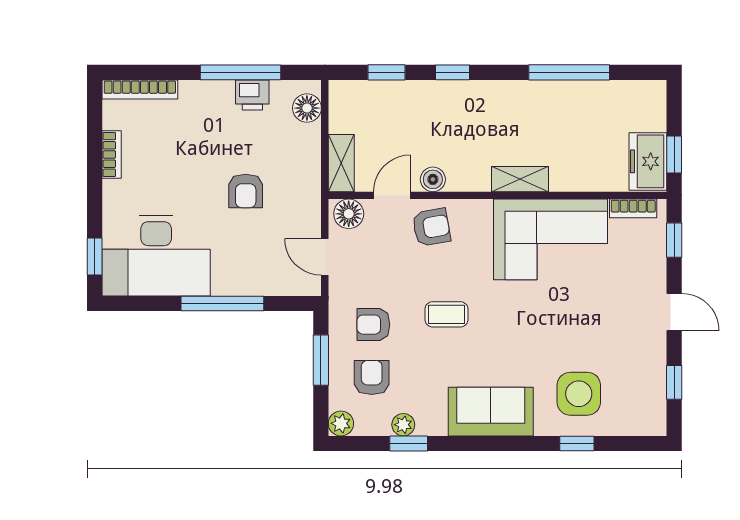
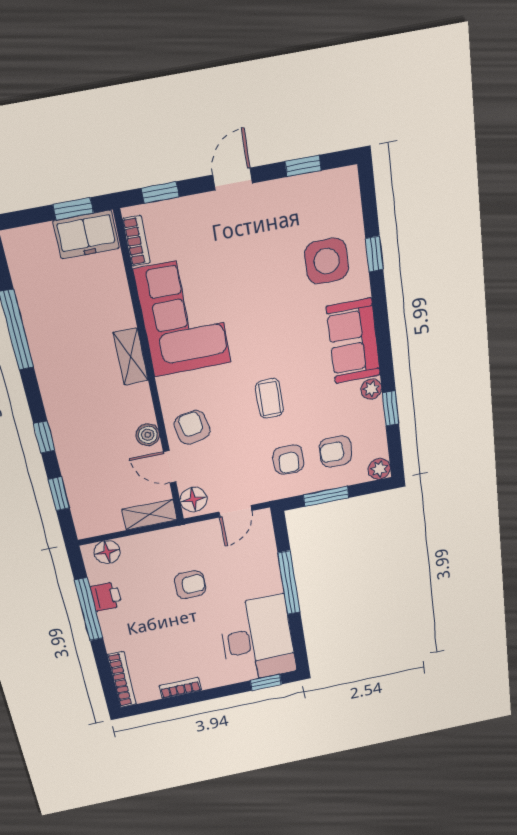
plant: (403, 425) -> (371, 389), moved

